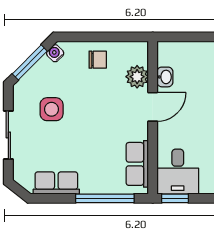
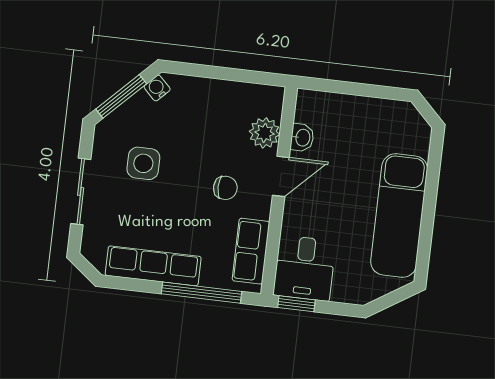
chair: (98, 60) -> (225, 188), moved
row of seats: (56, 183) -> (153, 266), width x1.48

